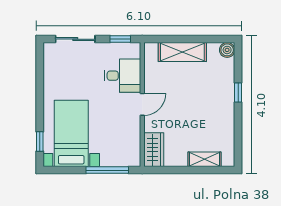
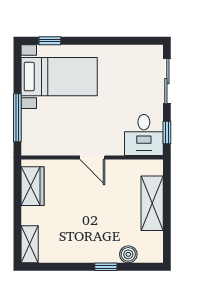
boiler: (227, 50) -> (128, 254), moved
desk: (122, 76) -> (144, 135), moved
wardrobe: (154, 150) -> (32, 186), moved, turned -90
shelving: (205, 159) -> (30, 244), moved

